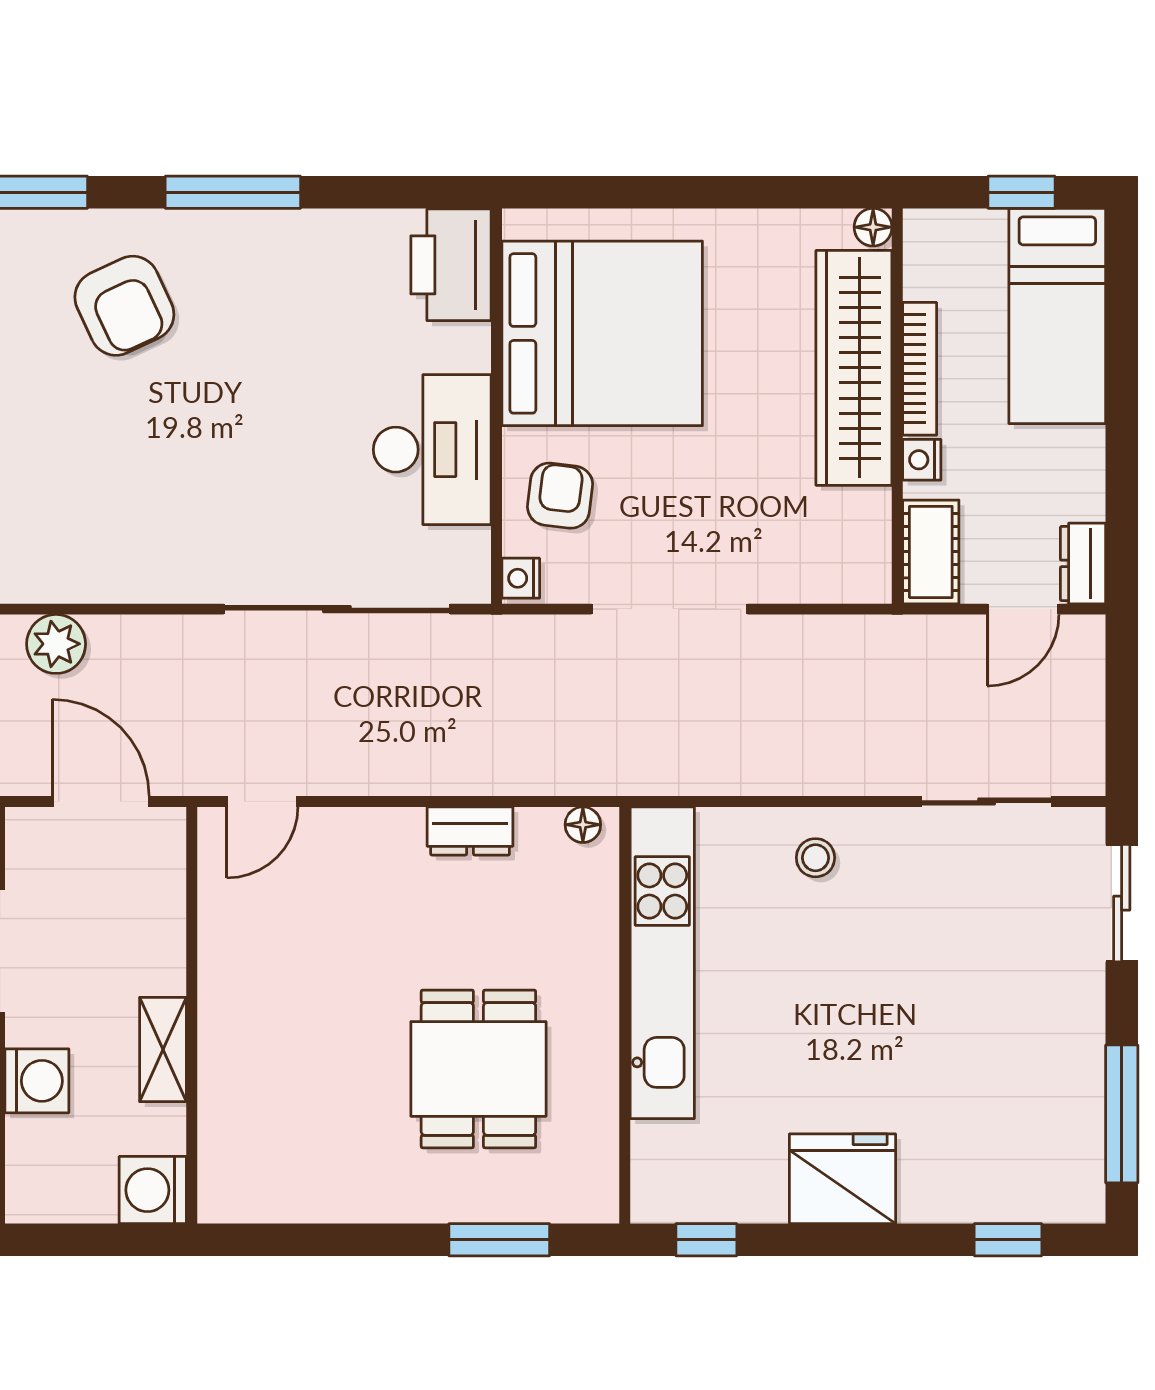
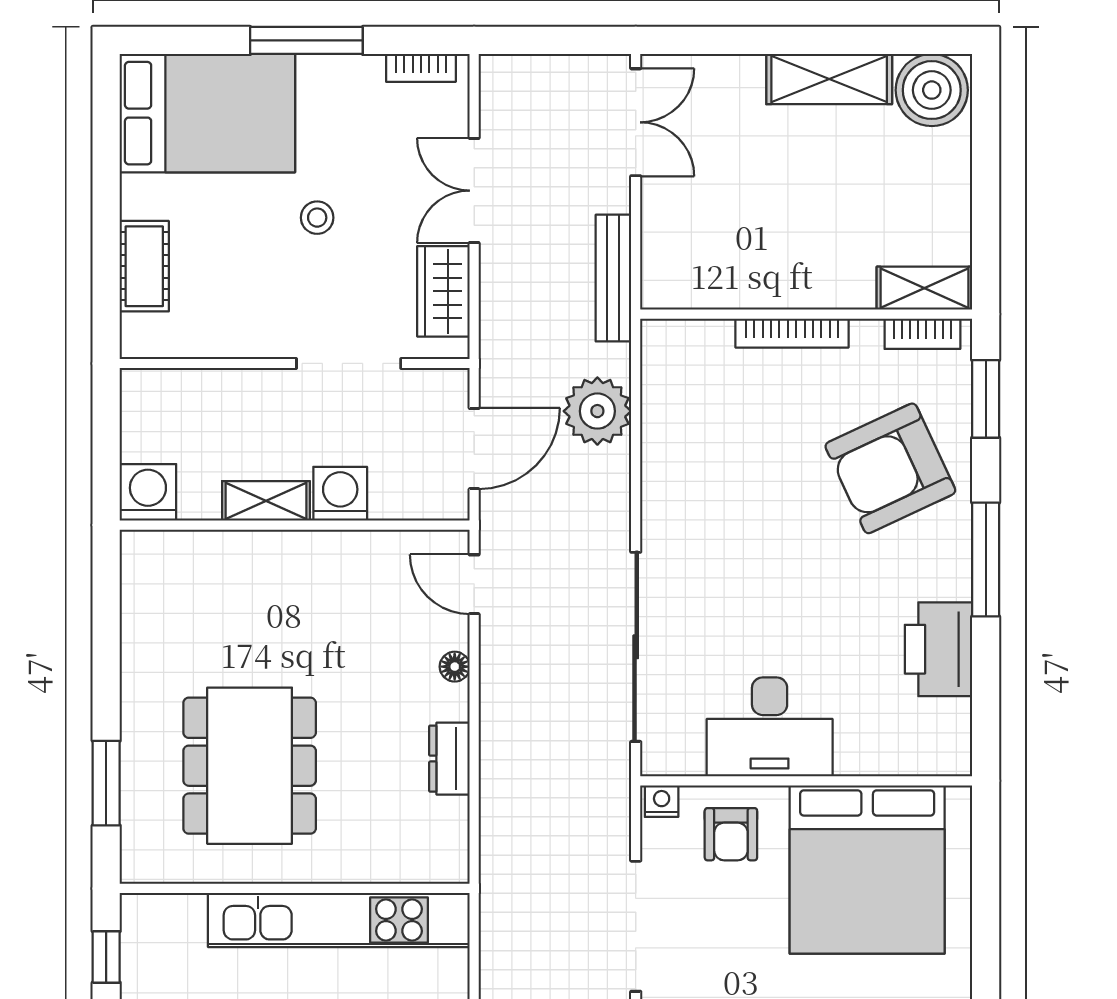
printer: (451, 265) -> (938, 649), moved, turned -90
armchair: (124, 306) -> (890, 468), width x1.36, depth x1.36
armchair: (560, 496) -> (731, 834), turned 83
plant: (56, 644) -> (597, 411), width x1.36, depth x1.36
floor lamp: (583, 825) -> (455, 667), moved
dining table: (478, 1069) -> (250, 766), width x1.38
washing machine: (37, 1081) -> (340, 494), moved, turned 180

